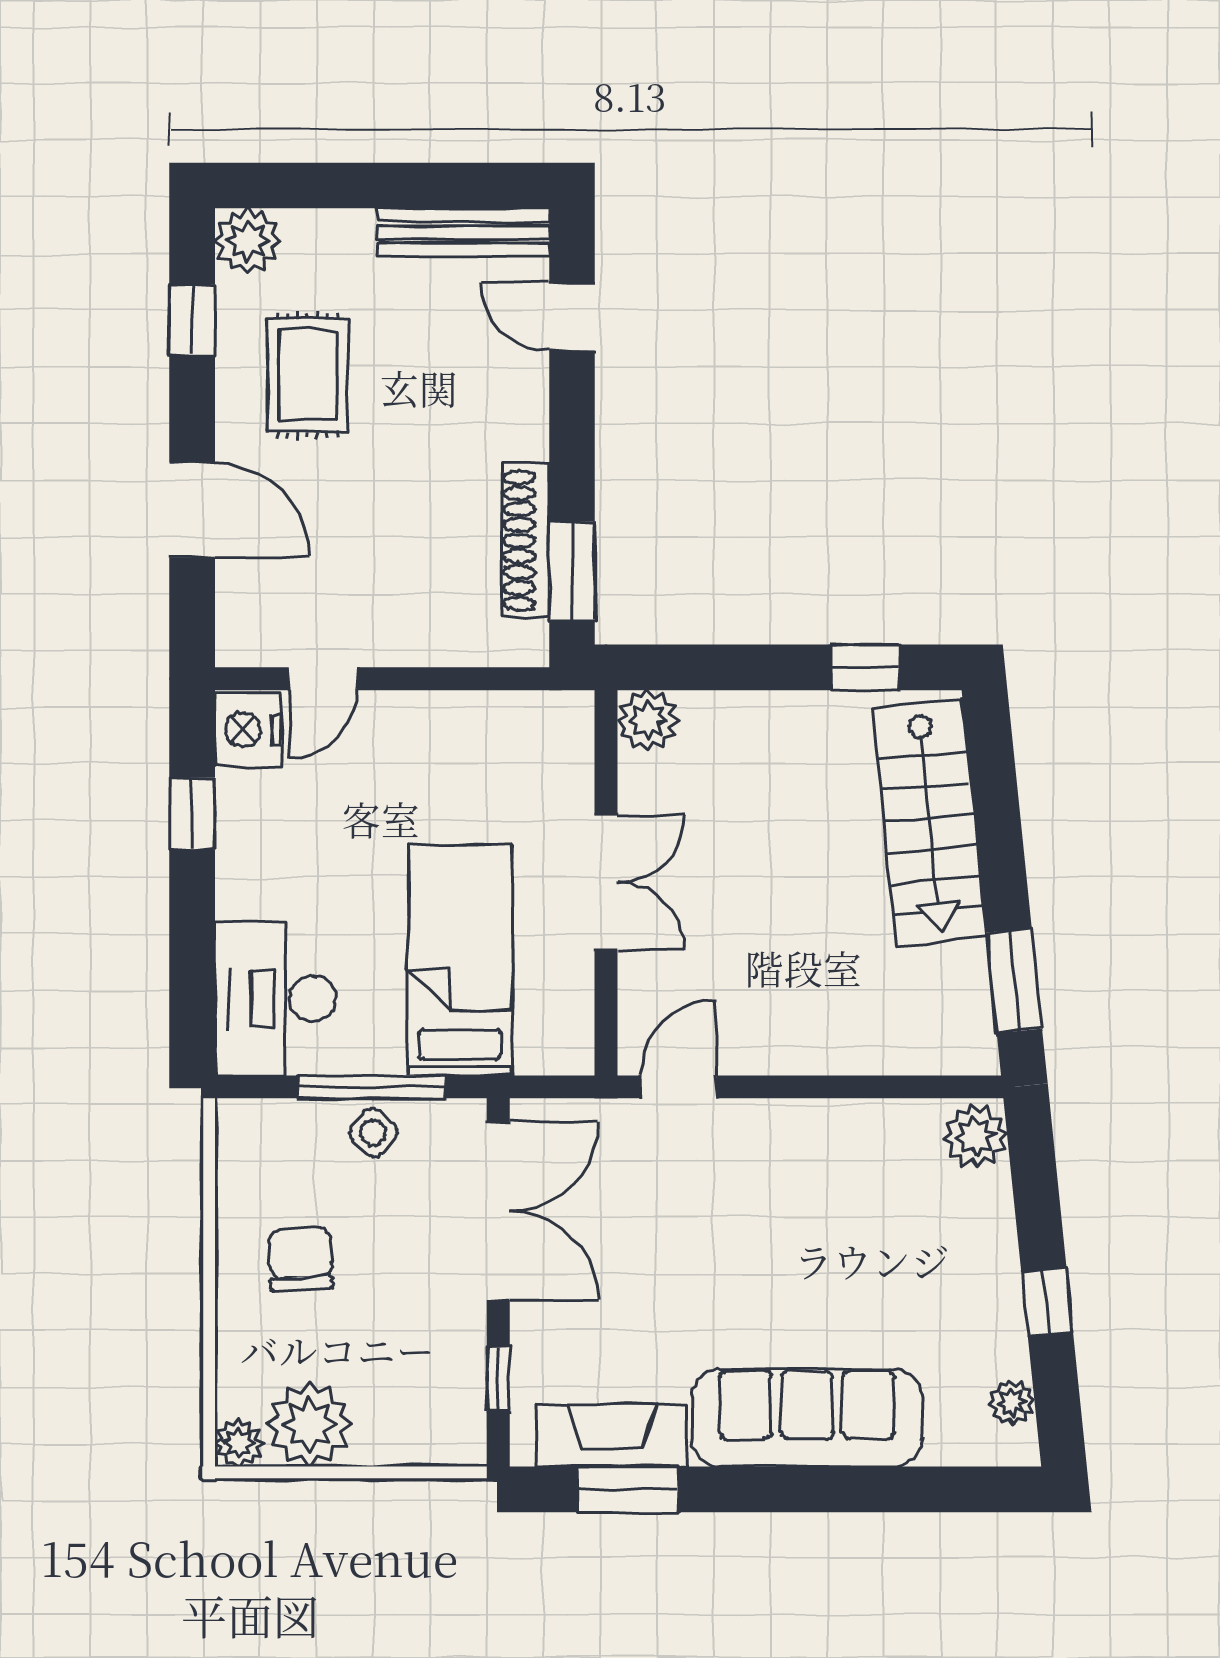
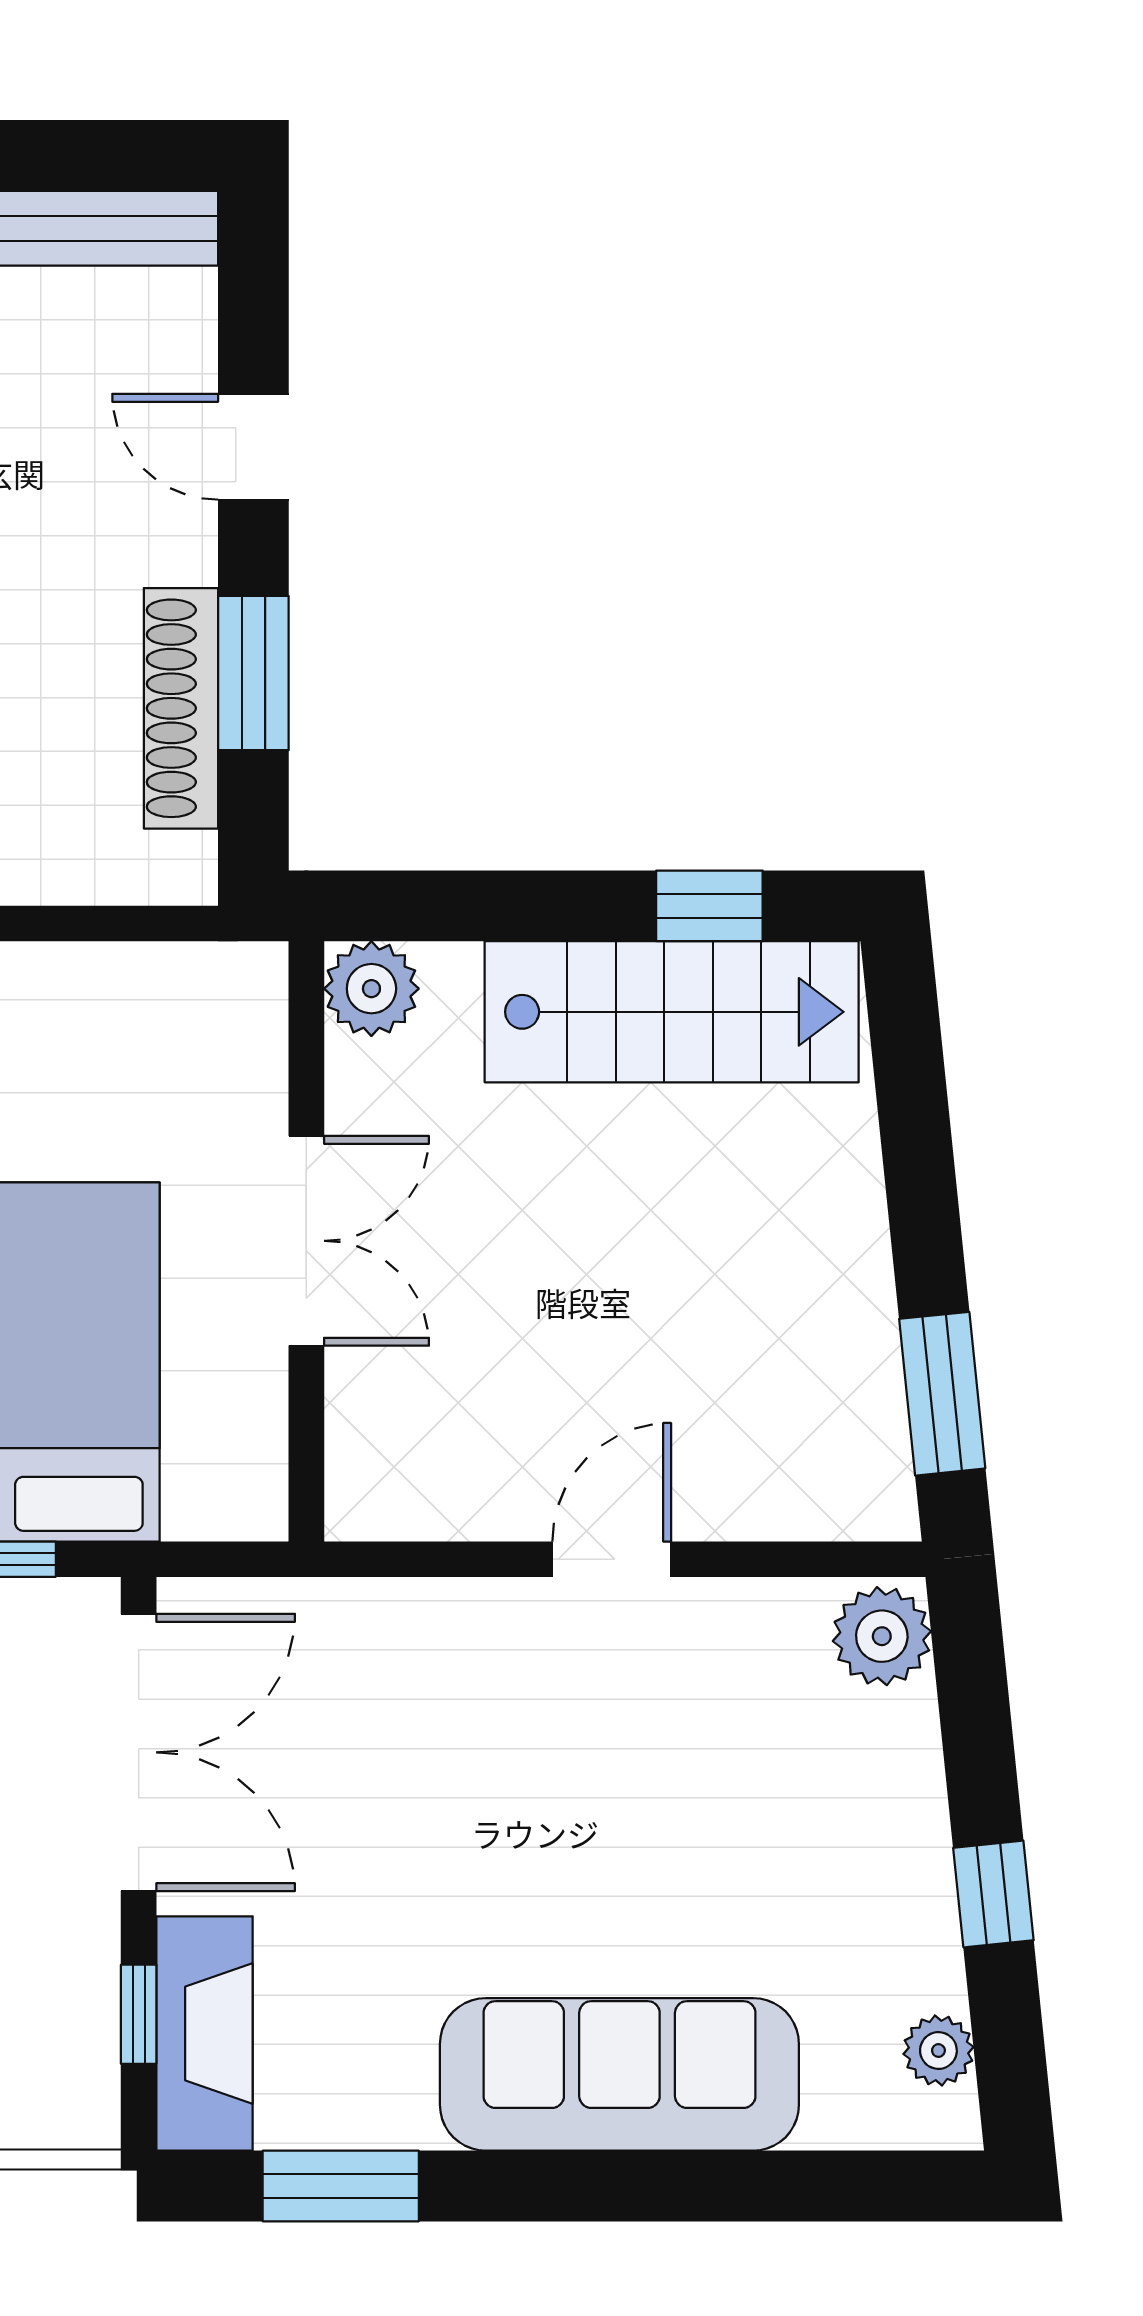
door: (572, 317) -> (253, 447), moved
window: (572, 571) -> (253, 673), moved
stairs: (930, 822) -> (672, 1012), moved, turned -84
door: (678, 1087) -> (612, 1559), moved
fireplace: (612, 1436) -> (205, 2033), moved, turned 90

